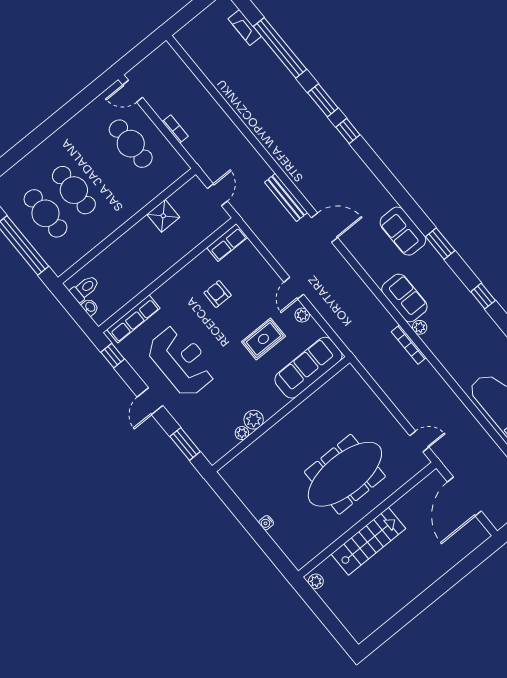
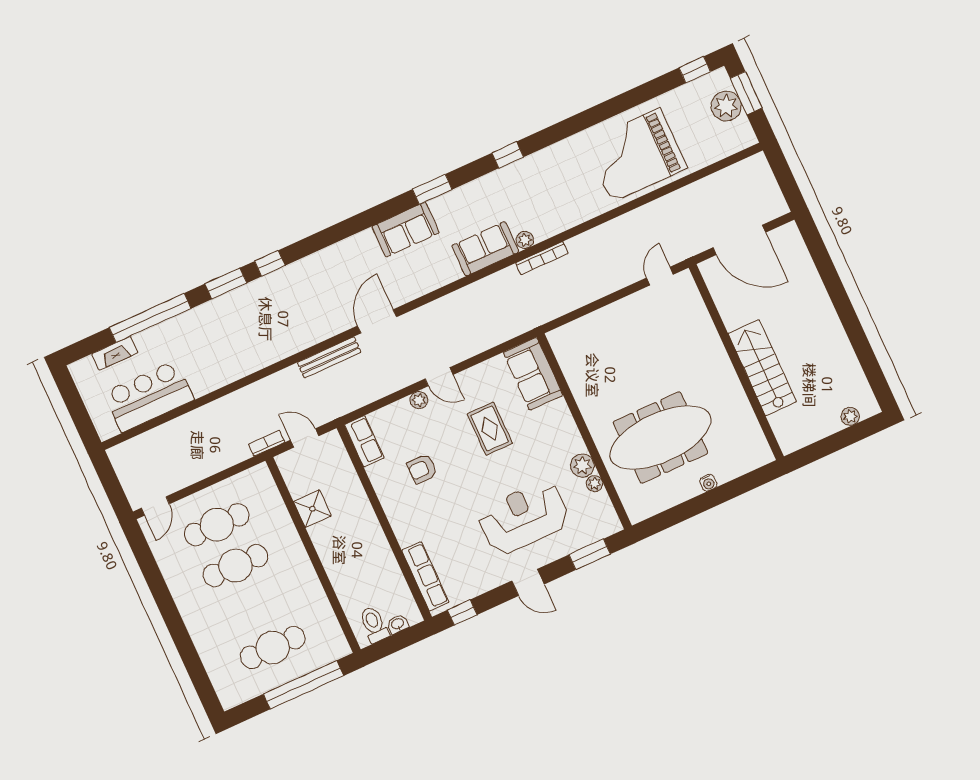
bar counter: (218, 63) -> (149, 396), added
bookcase: (175, 129) -> (267, 443), moved
cafe table: (74, 190) -> (235, 566), moved
plant: (302, 315) -> (419, 400), moved
reception desk: (182, 361) -> (524, 518), moved
sofa: (308, 368) -> (533, 374), width x0.73
meeting table: (345, 474) -> (660, 438), moved, turned 90
plant: (316, 581) -> (850, 416), moved

